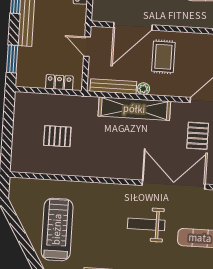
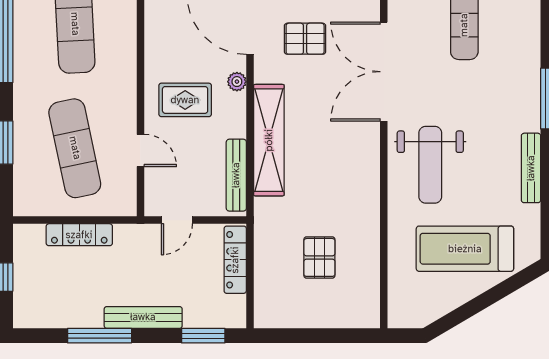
door: (133, 26) -> (140, 151), width x0.53
locker: (59, 82) -> (235, 260), width x1.53
plant: (143, 89) -> (237, 82), moved
weight bench: (146, 224) -> (430, 165), moved, width x1.36, depth x1.33

